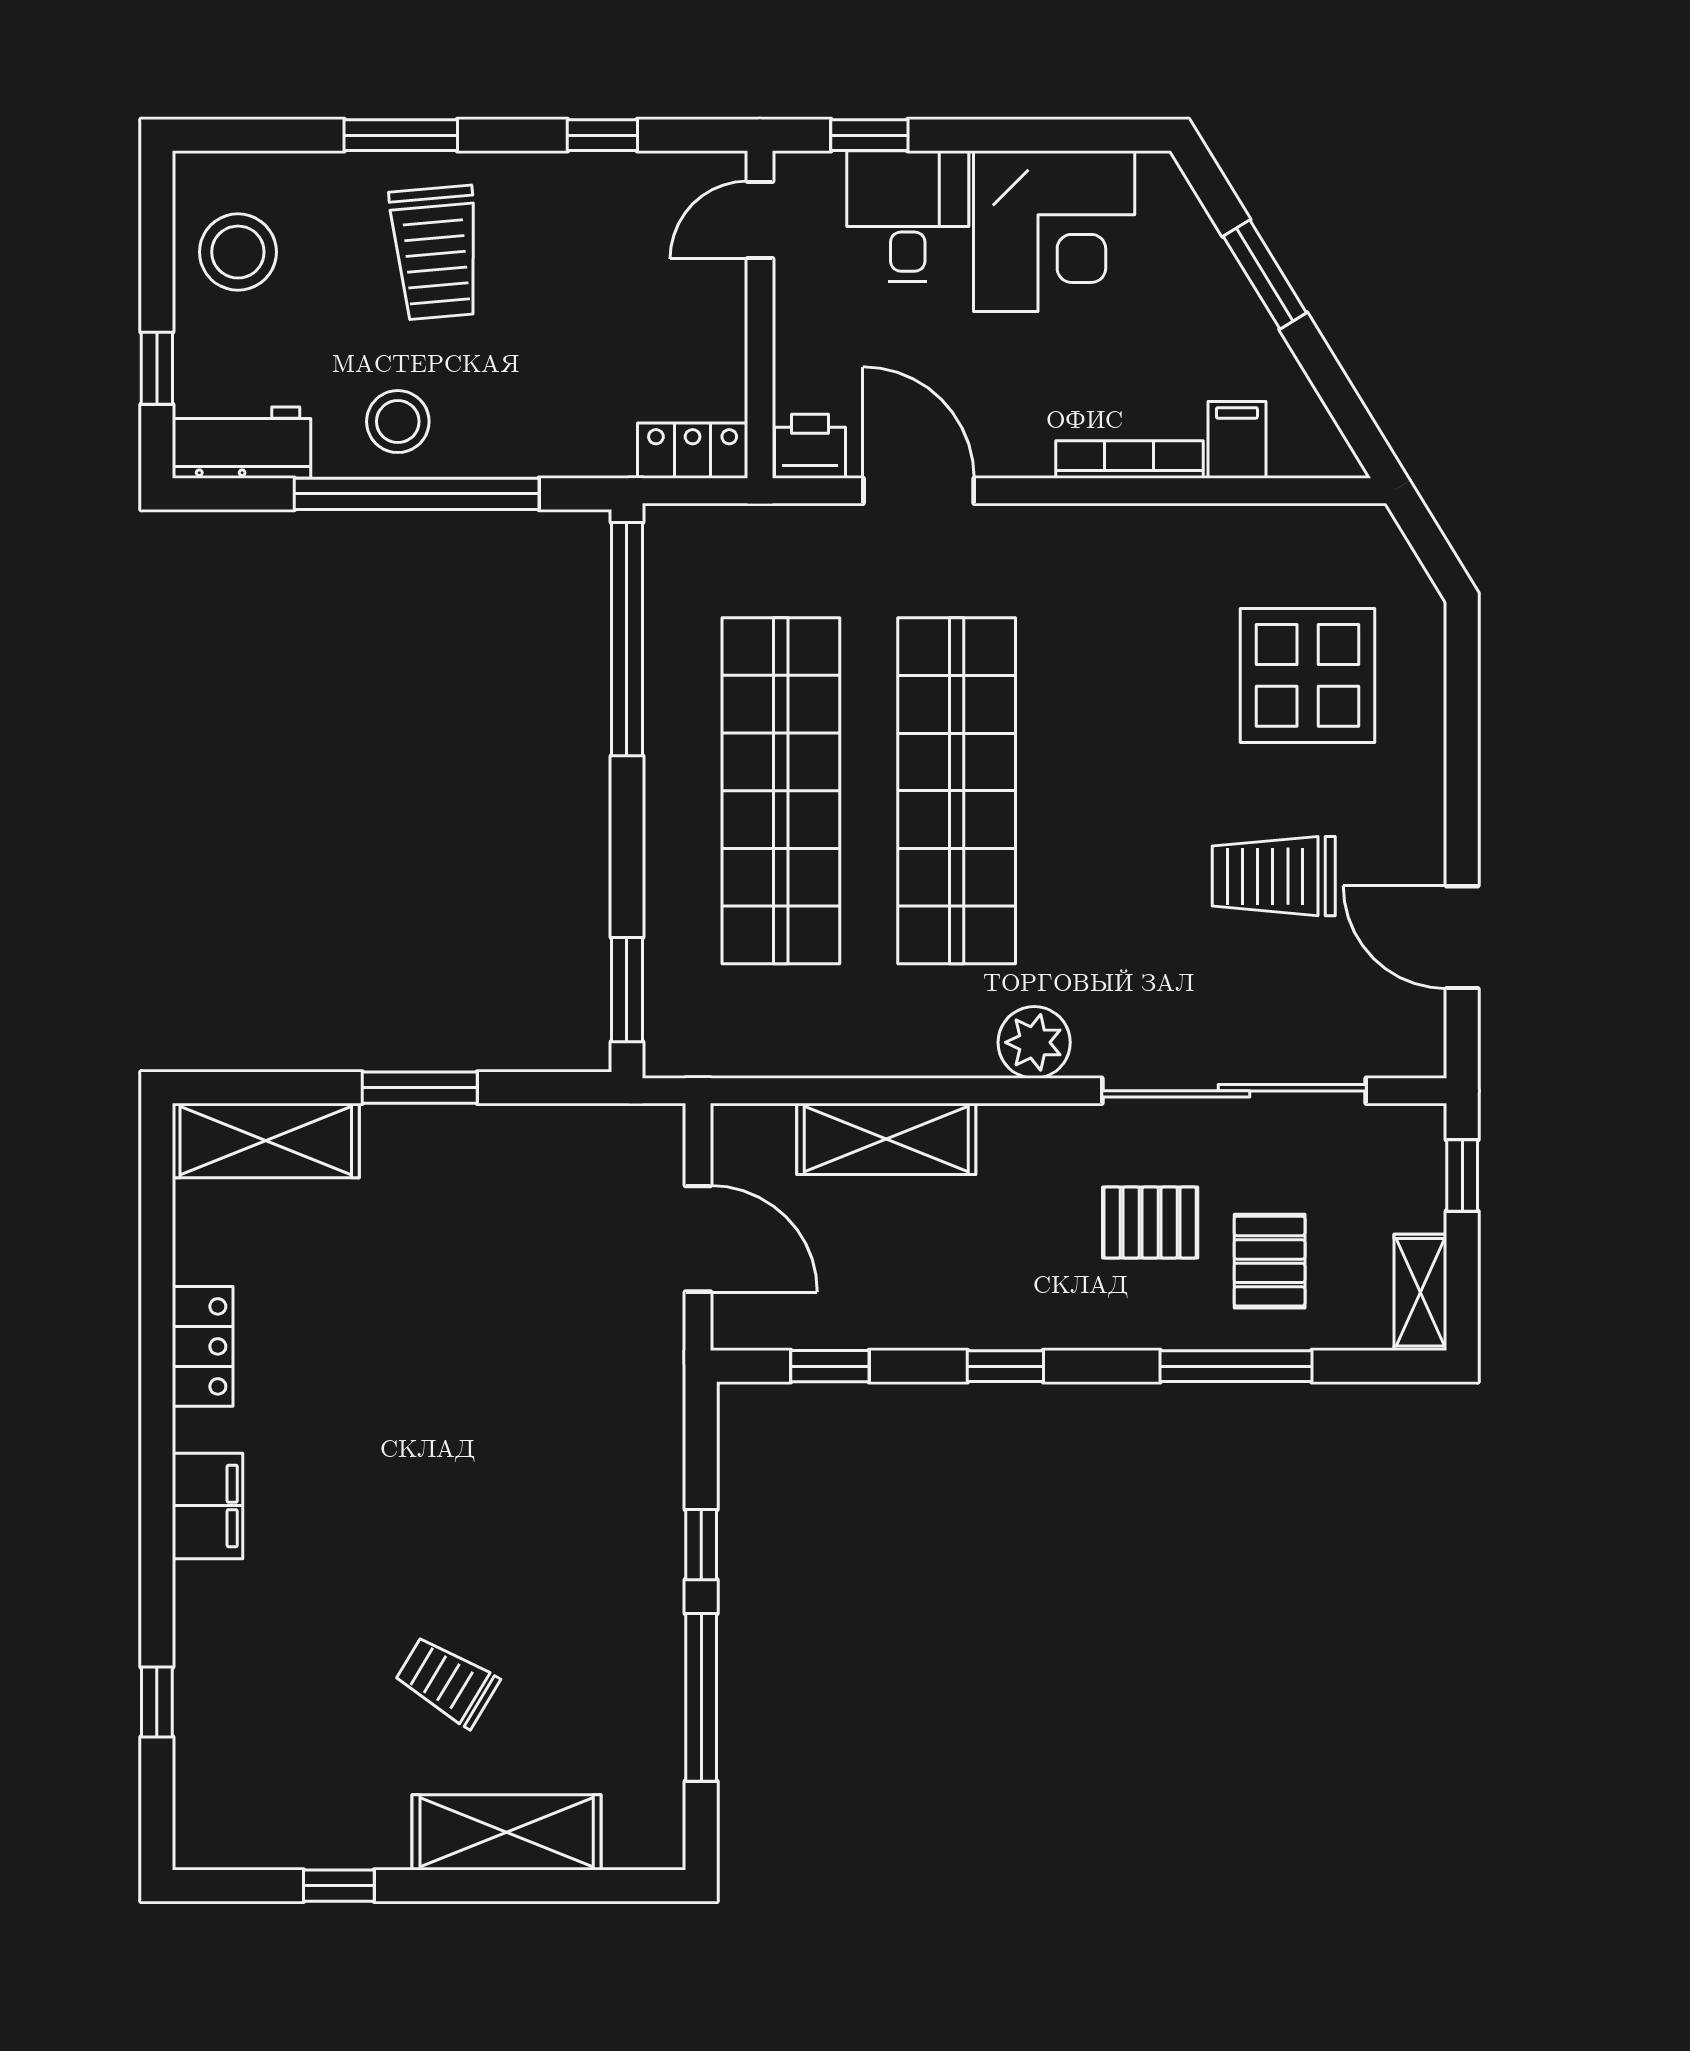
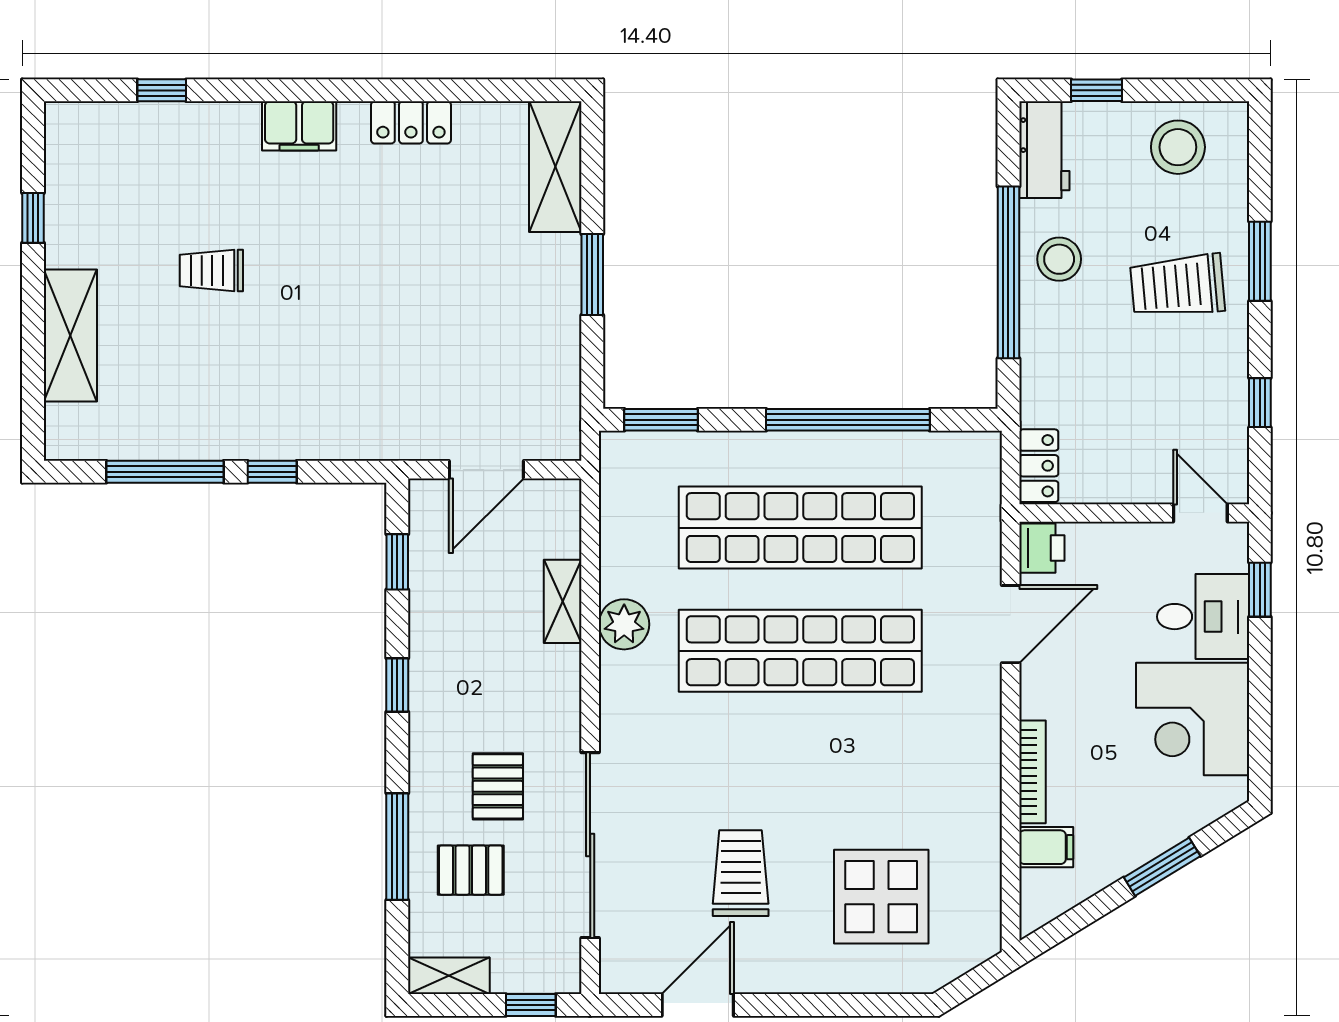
window: (627, 639) -> (848, 420), moved
plant: (1034, 1042) -> (624, 624), moved
shelving: (886, 1139) -> (563, 601), width x0.67, depth x0.75
trolley: (447, 1682) -> (211, 271), moved, turned -121

